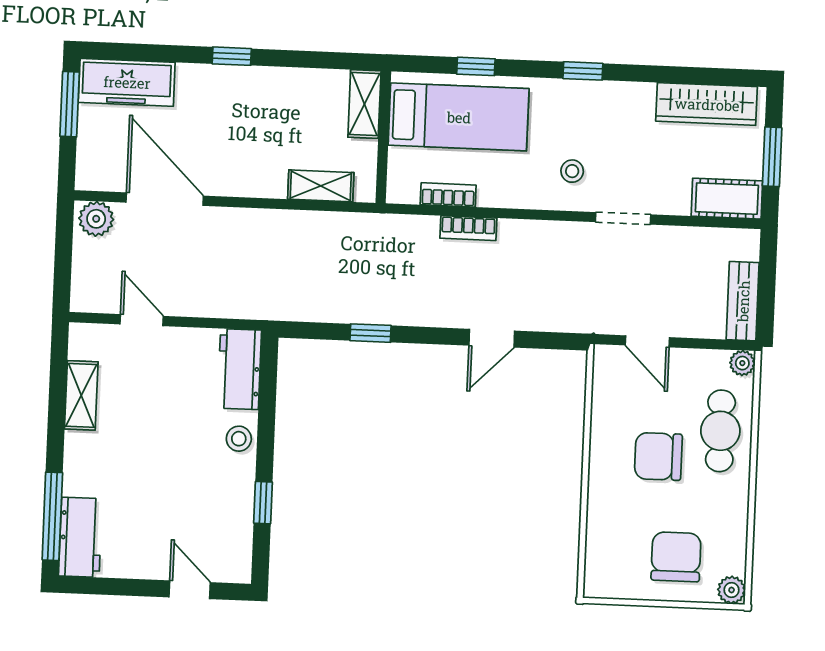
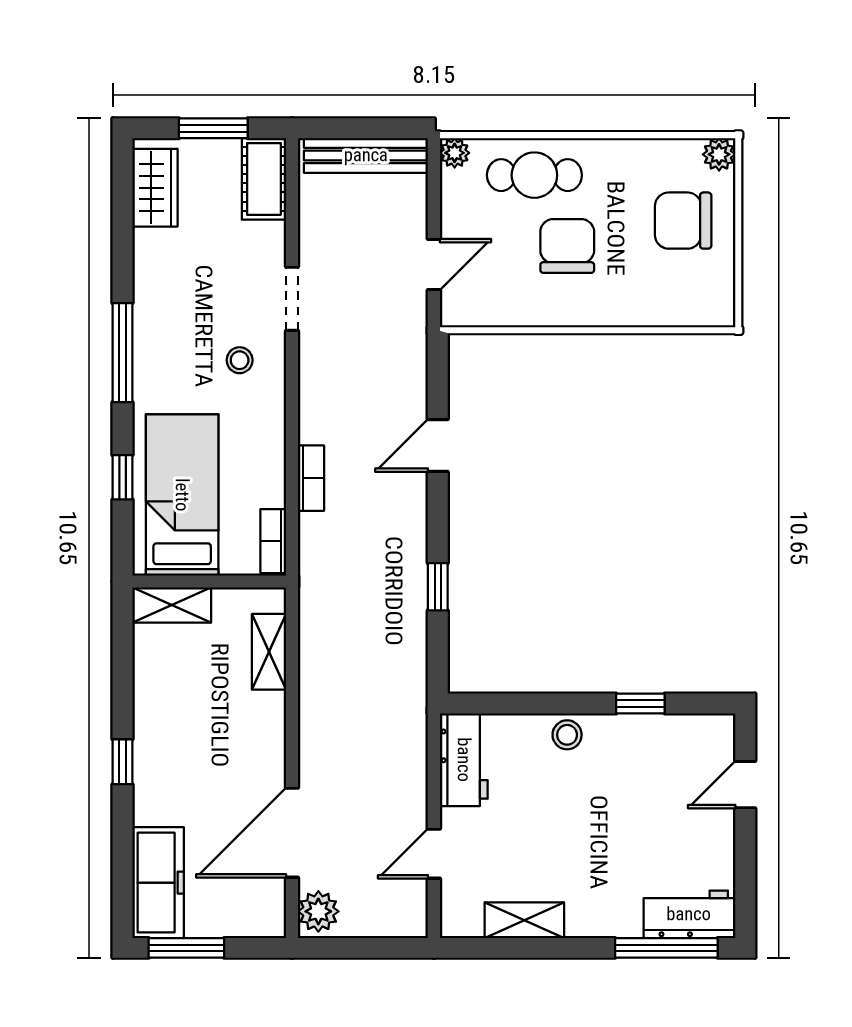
window: (583, 71) -> (123, 353), width x2.17
wardrobe: (707, 104) -> (155, 188), width x0.67
bookcase: (448, 195) -> (273, 541), moved
bench: (743, 301) -> (366, 155), width x1.36
door: (492, 338) -> (438, 446), swing flipped
workbench: (240, 369) -> (464, 760), moved, turned -90
chair: (658, 456) -> (567, 246), turned 180

